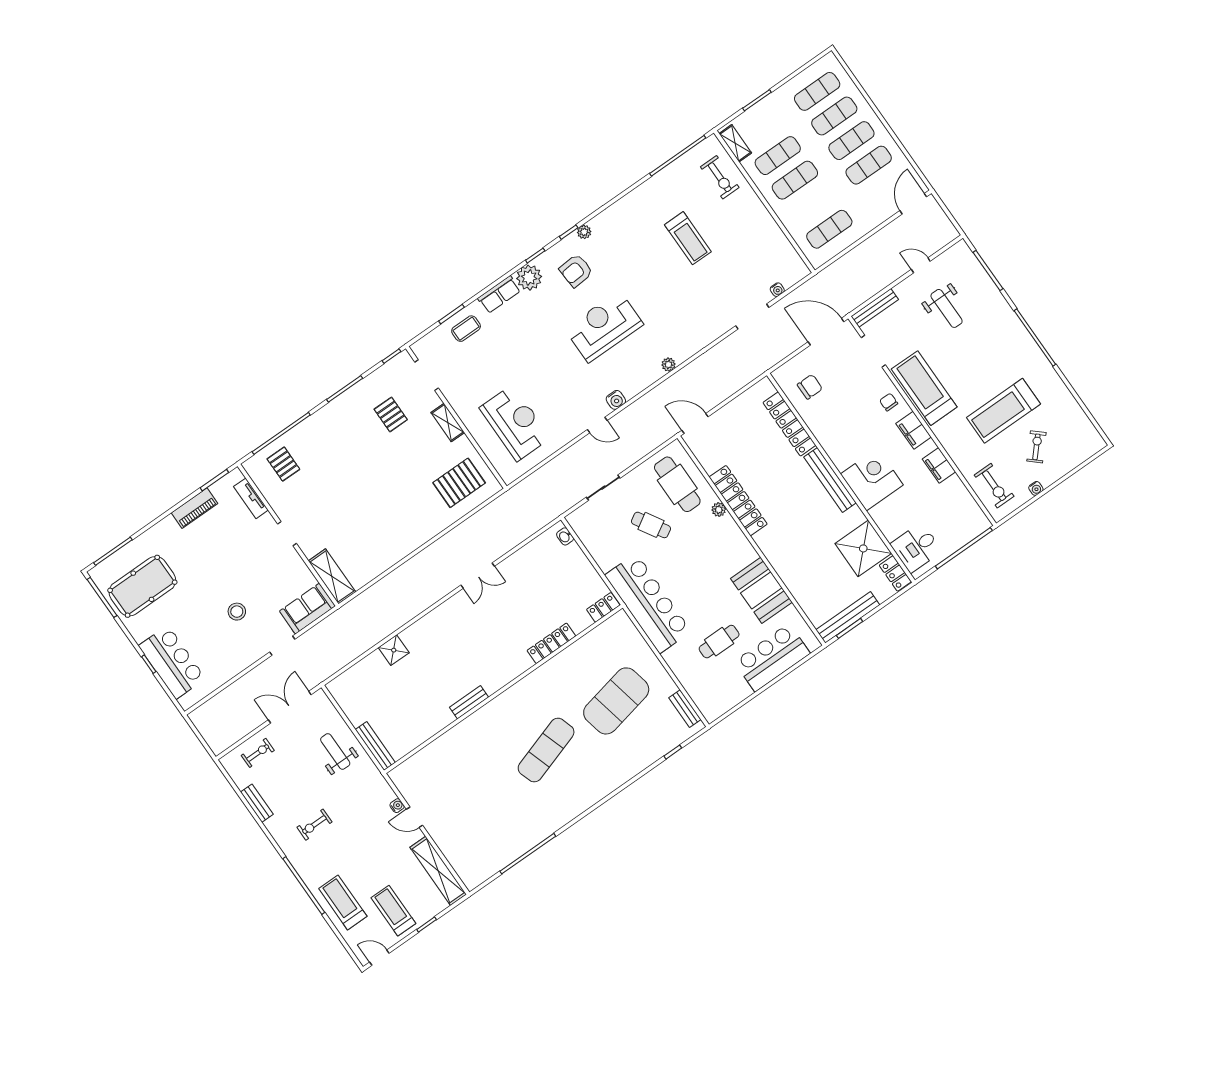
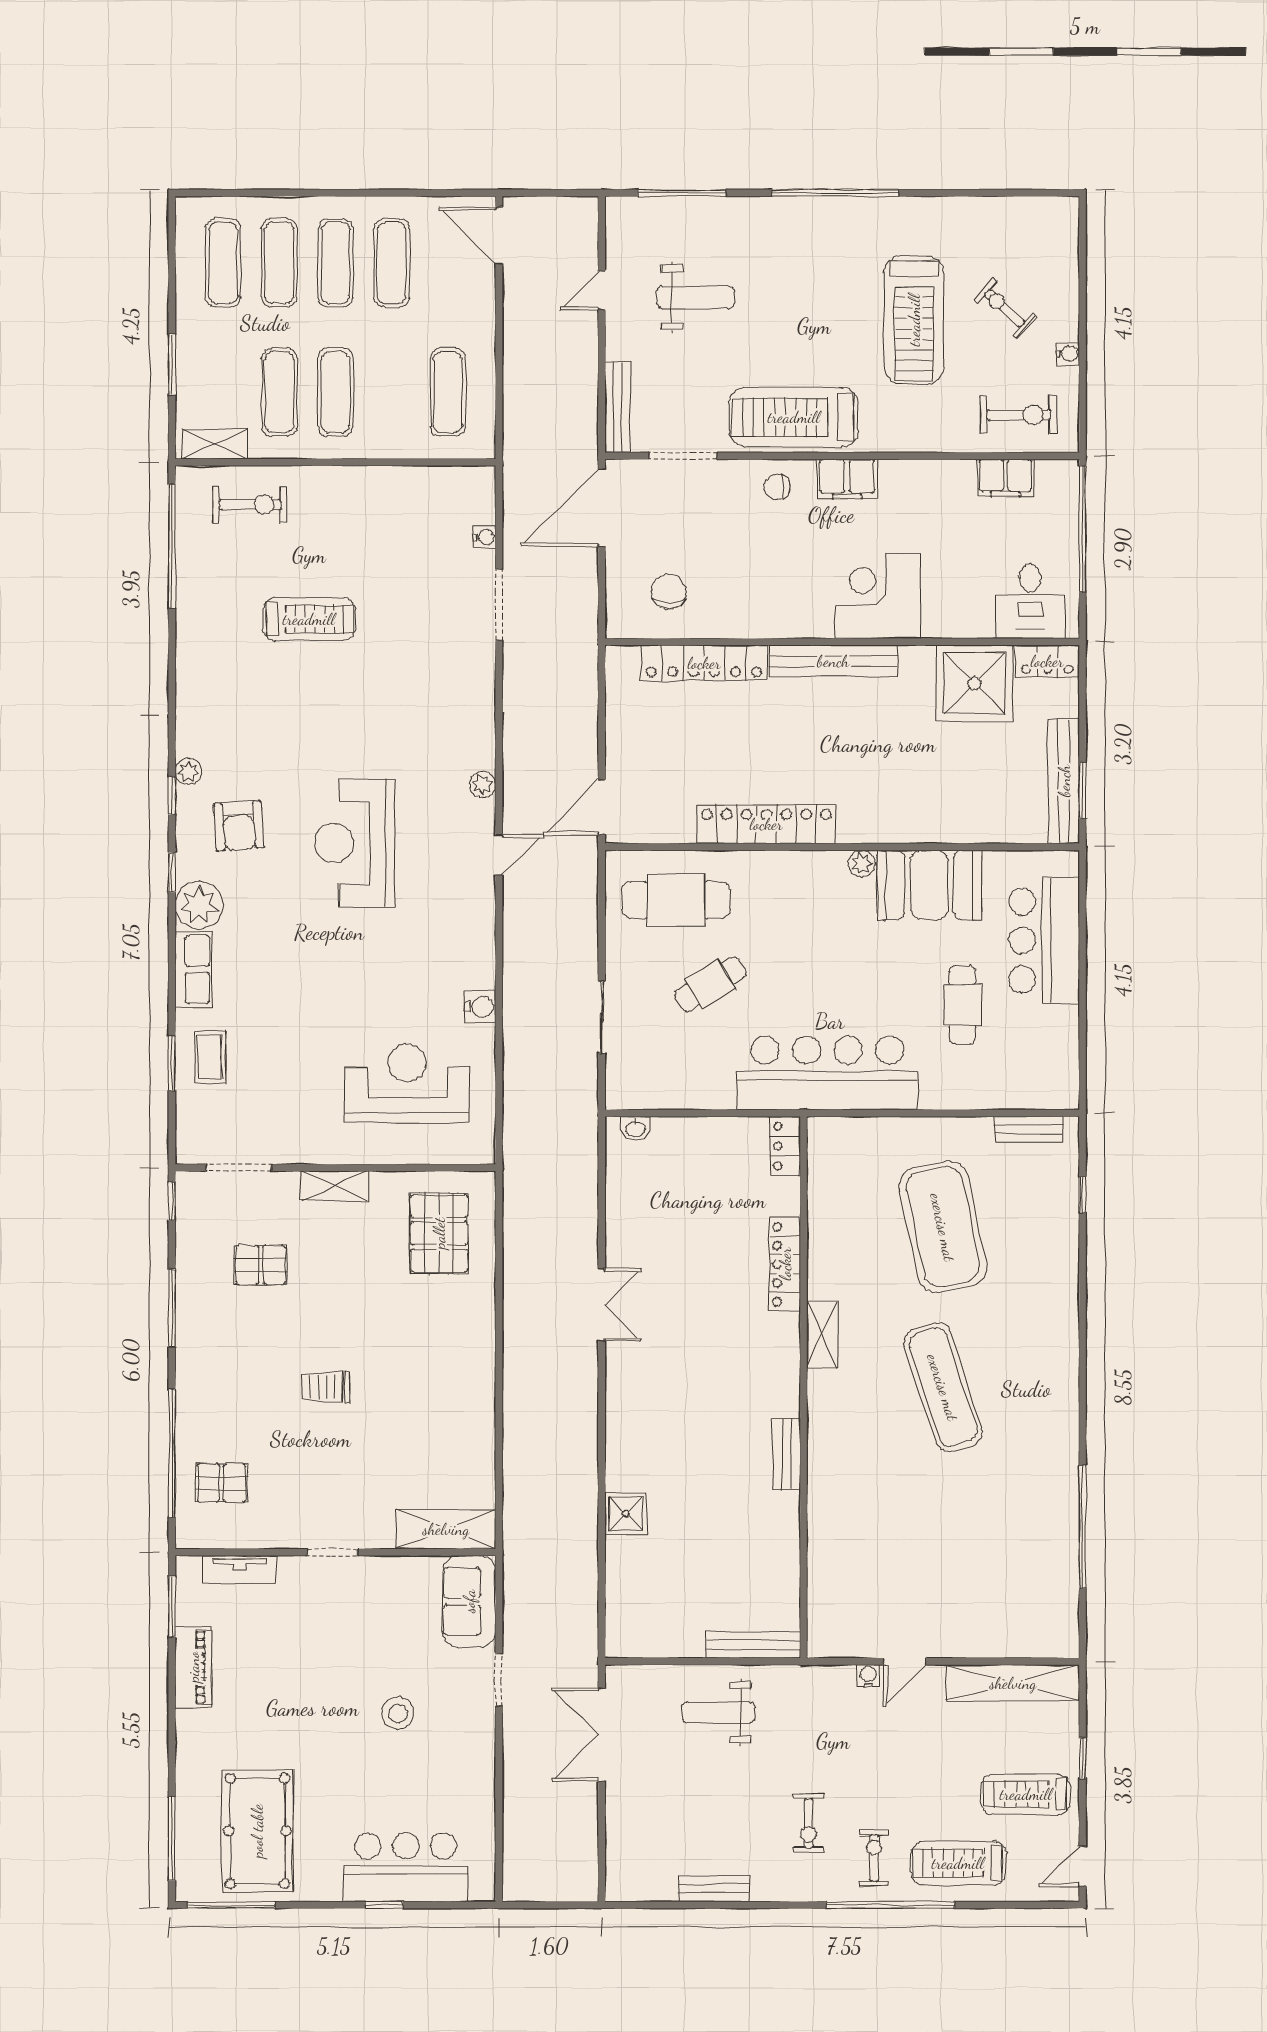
water cooler: (616, 400) -> (480, 1007), moved
door: (597, 425) -> (499, 855), moved
filing cabinet: (939, 465) -> (1005, 478), moved
trolley: (357, 480) -> (326, 1387), added
plant: (719, 510) -> (862, 864), moved
shelving: (532, 681) -> (822, 1334), added
exercise bike: (258, 753) -> (874, 1858), moved

